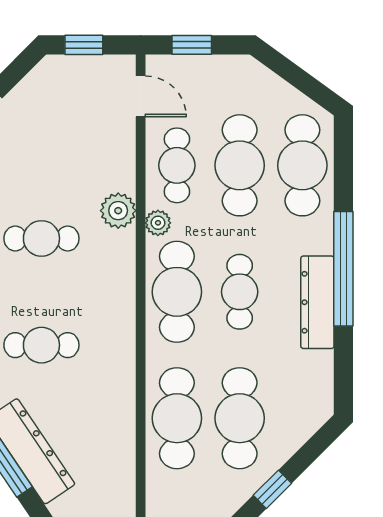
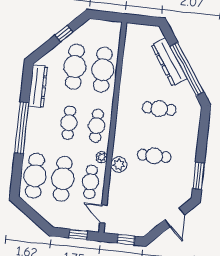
cafe table: (177, 292) -> (97, 126), width x0.73, depth x0.74
dresser: (317, 302) -> (38, 86), moved

